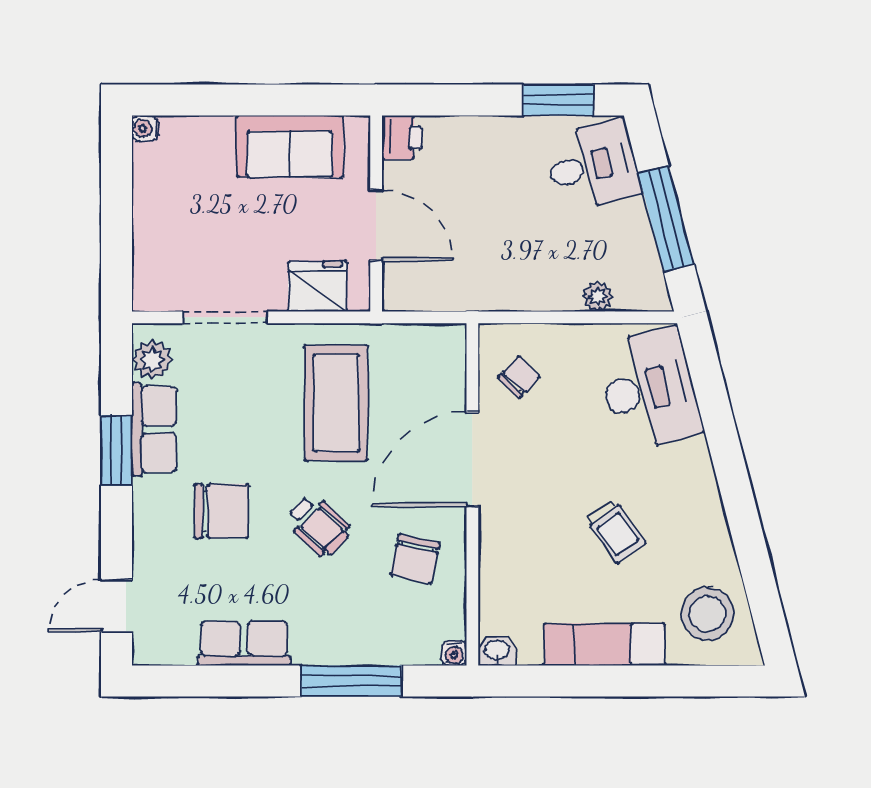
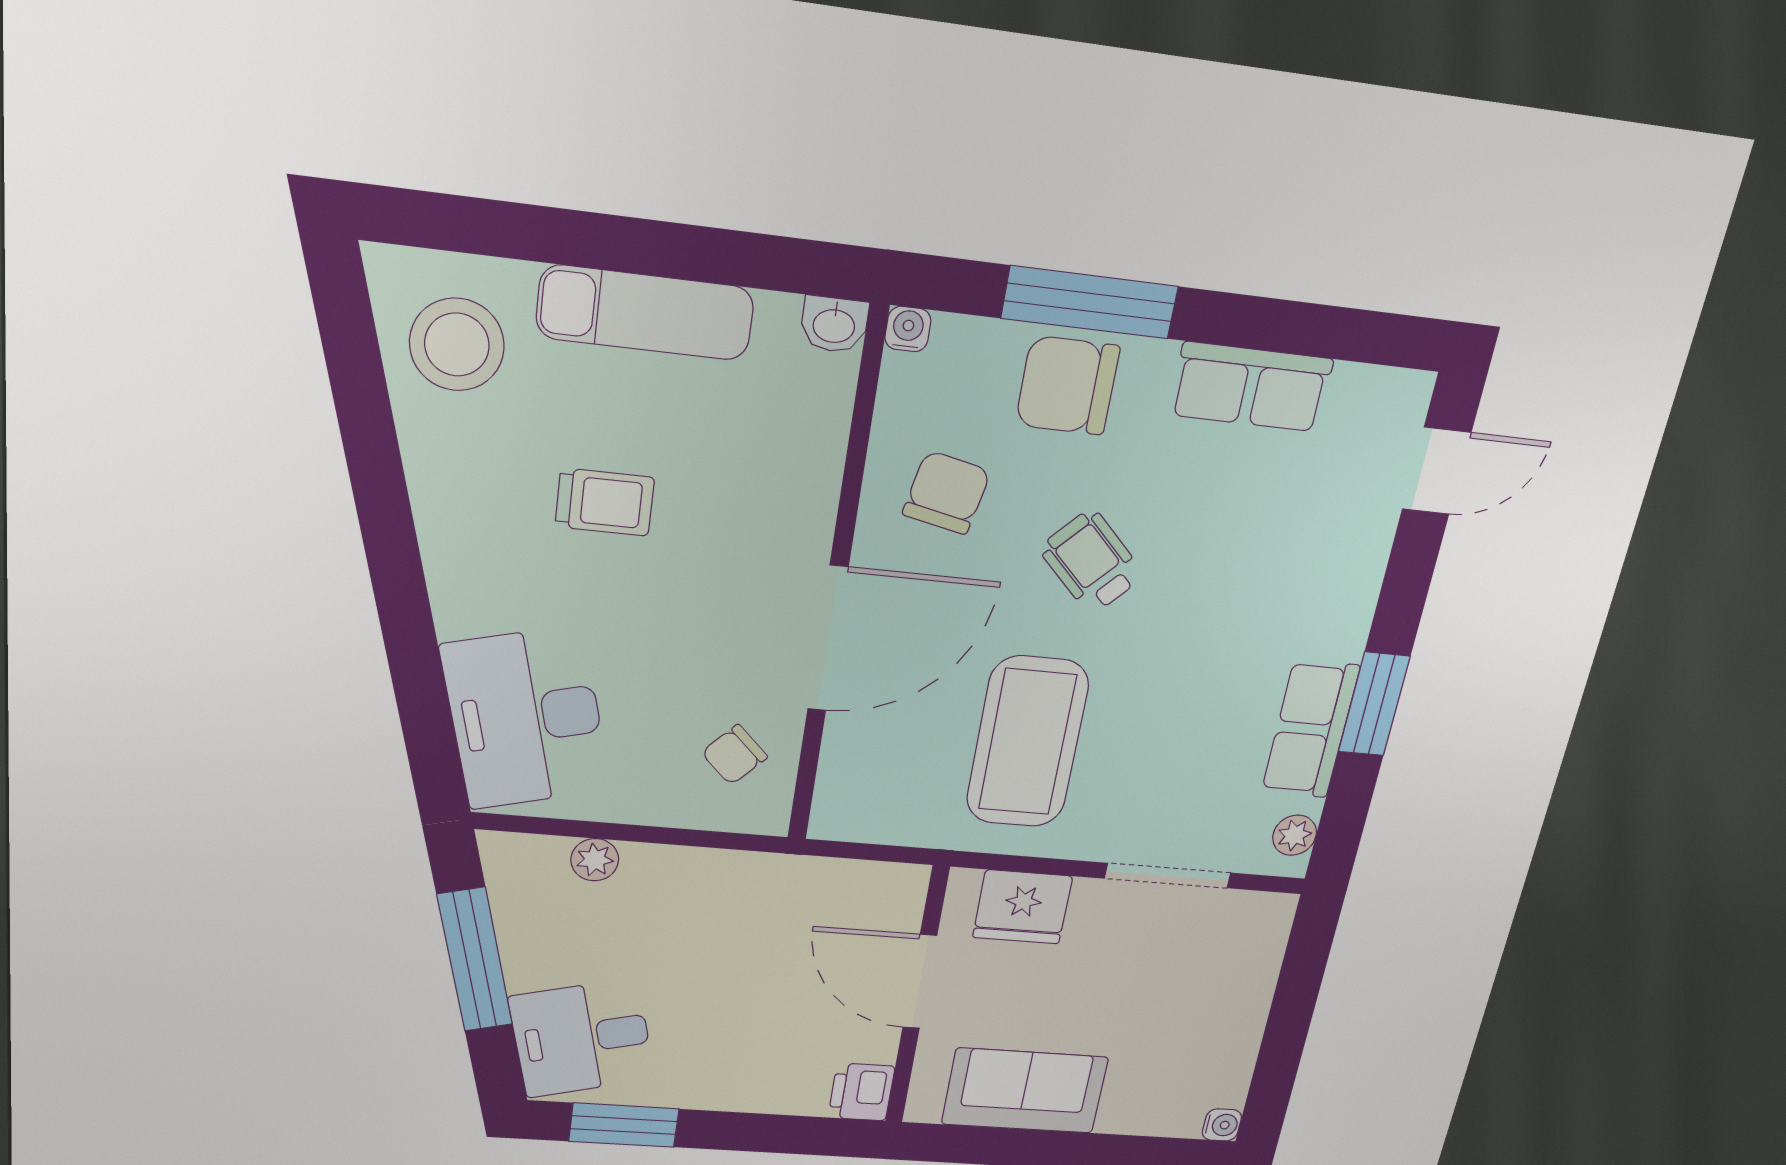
plant: (152, 360) -> (1295, 835), width x0.73, depth x0.73
chair: (221, 511) -> (1068, 386), moved
trolley: (616, 531) -> (605, 502), turned 126

